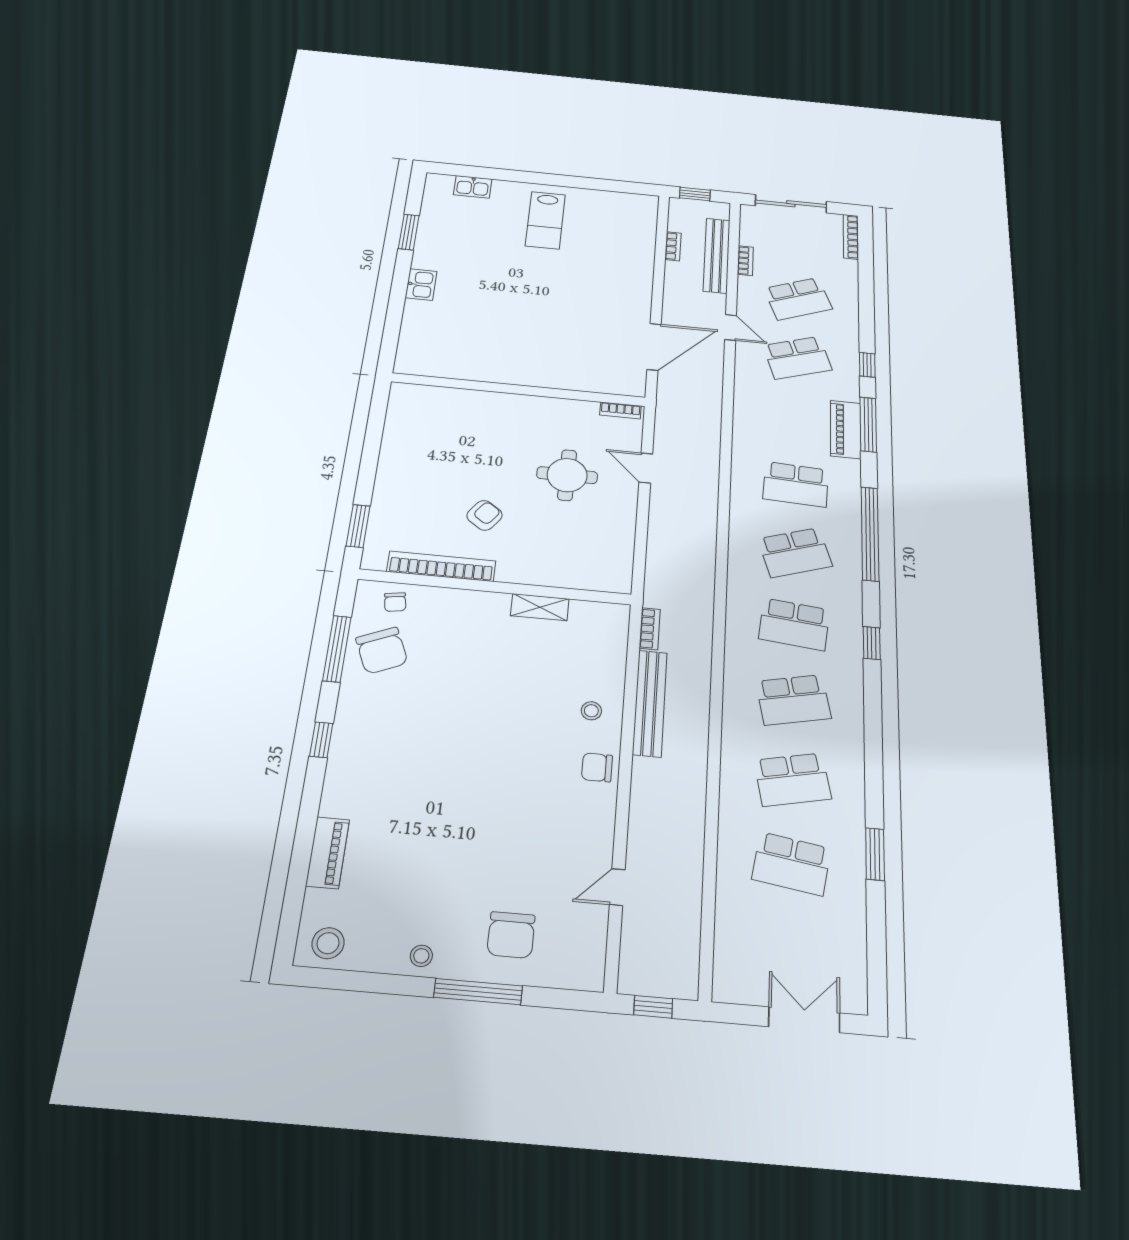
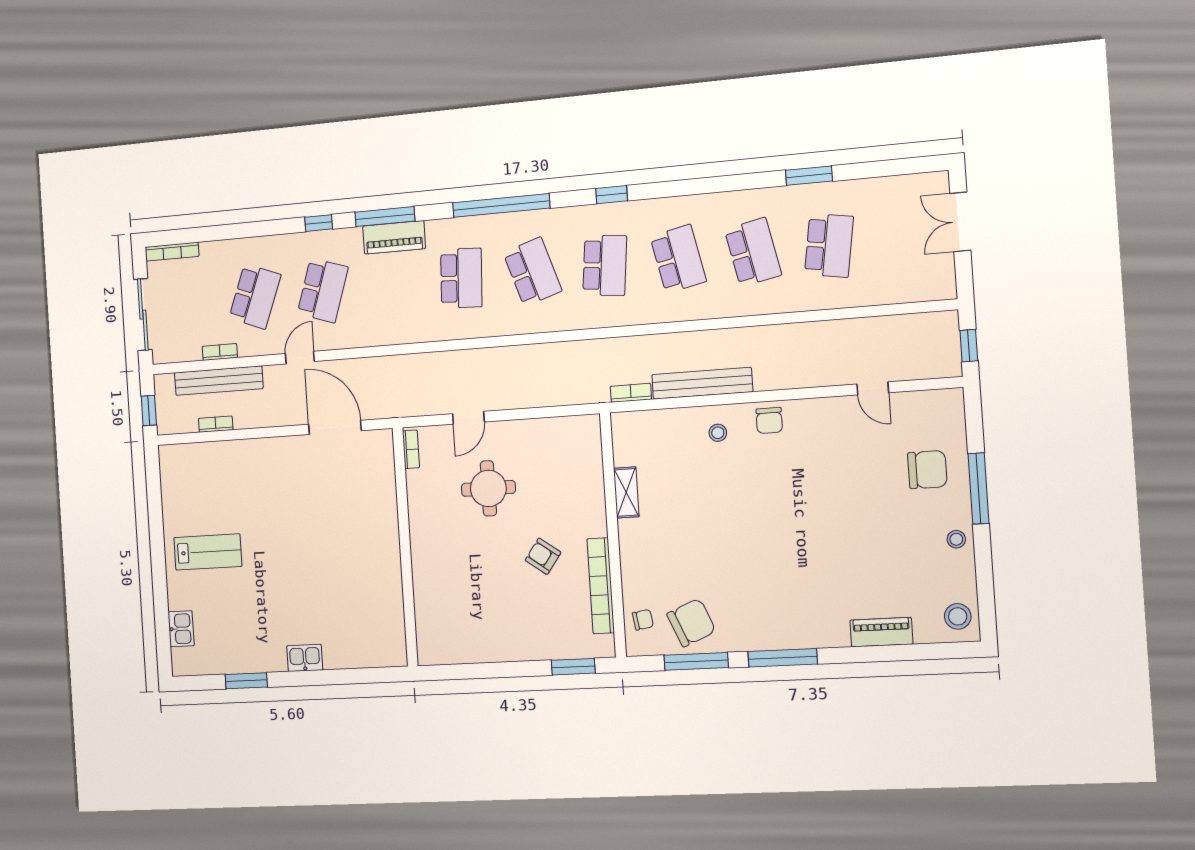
school desk: (798, 299) -> (255, 296), turned 42
school desk: (797, 358) -> (323, 290), turned 36
window: (321, 740) -> (783, 658), width x2.17

